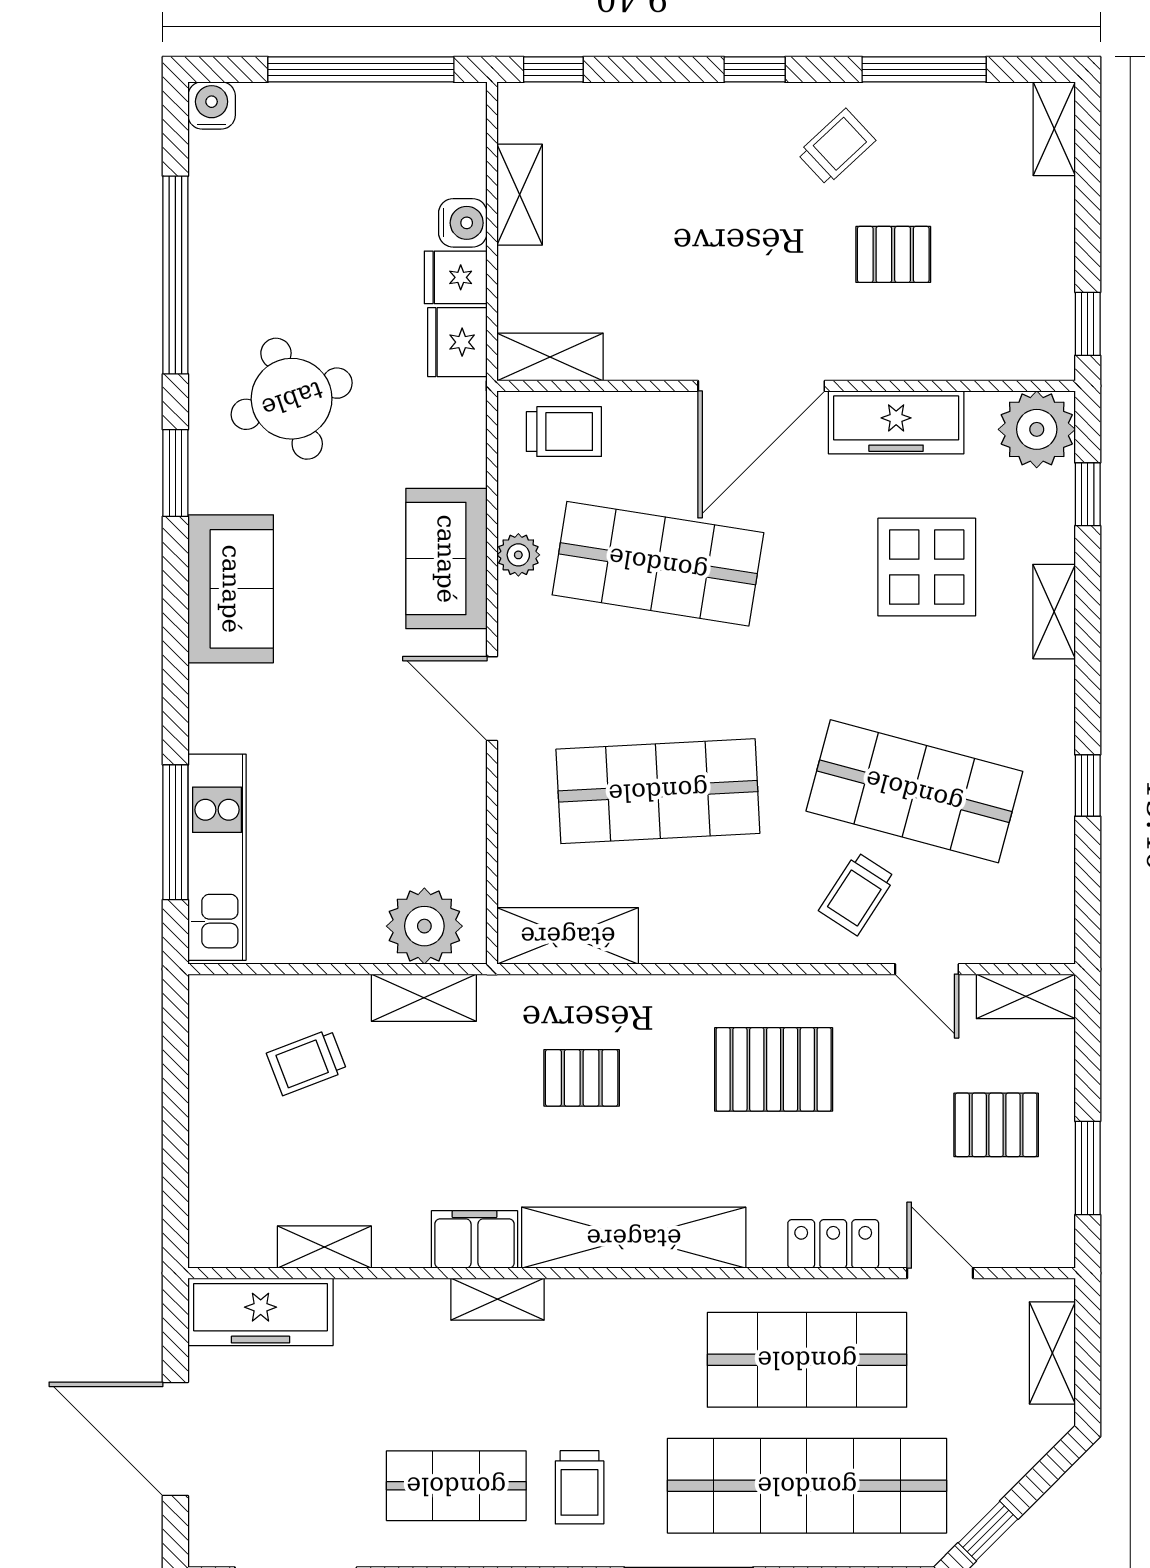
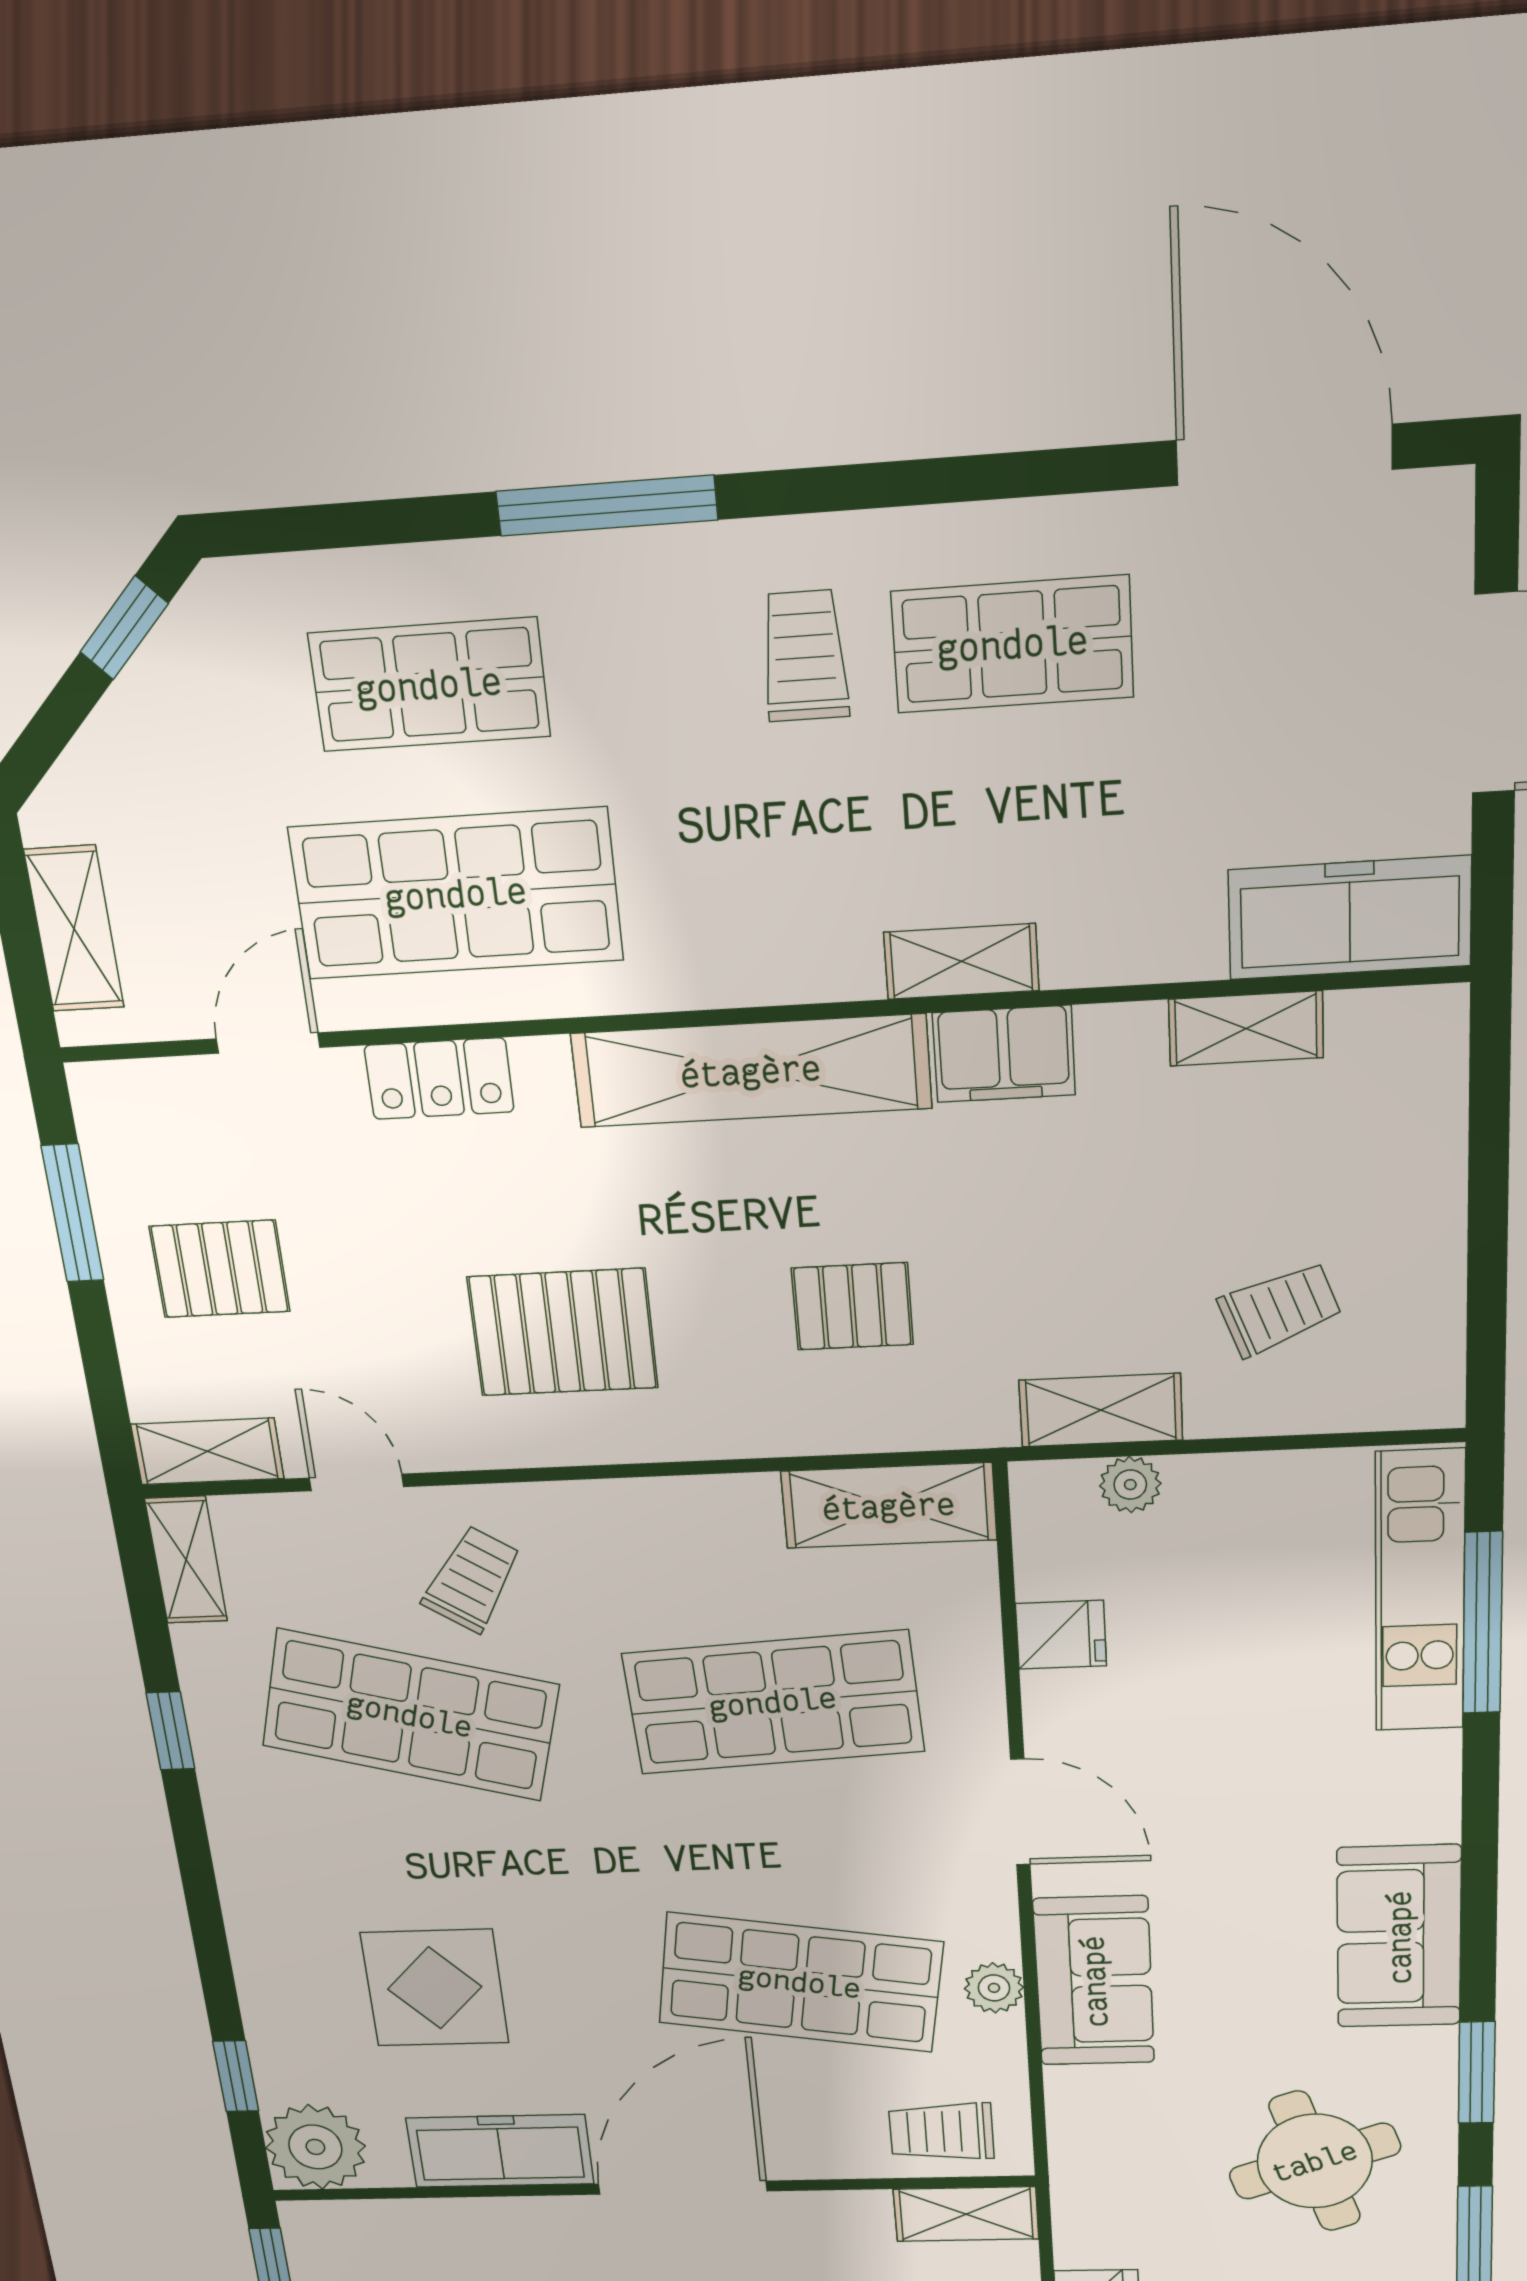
fridge: (457, 342) -> (1061, 1635), moved, width x0.72
shelving: (1054, 612) -> (186, 1560), moved
plant: (424, 926) -> (1130, 1485), width x0.53, depth x0.53
door: (940, 1273) -> (268, 1043), swing flipped
shop shelf: (807, 1486) -> (429, 685), width x0.50, depth x0.74

